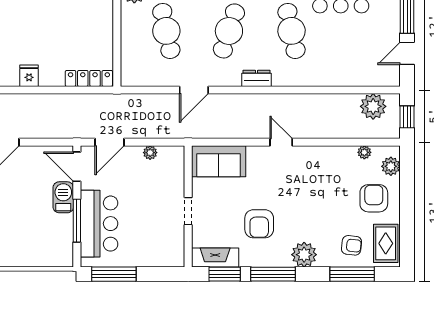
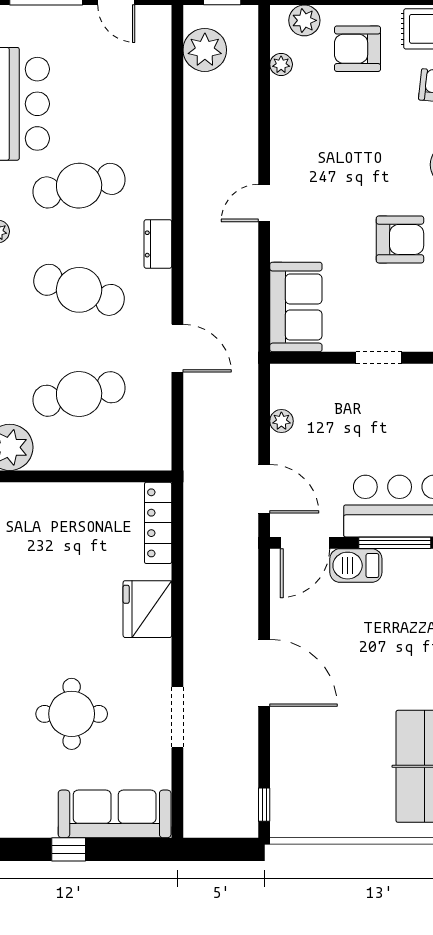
fridge: (29, 76) -> (147, 609), width x1.88, depth x1.34

